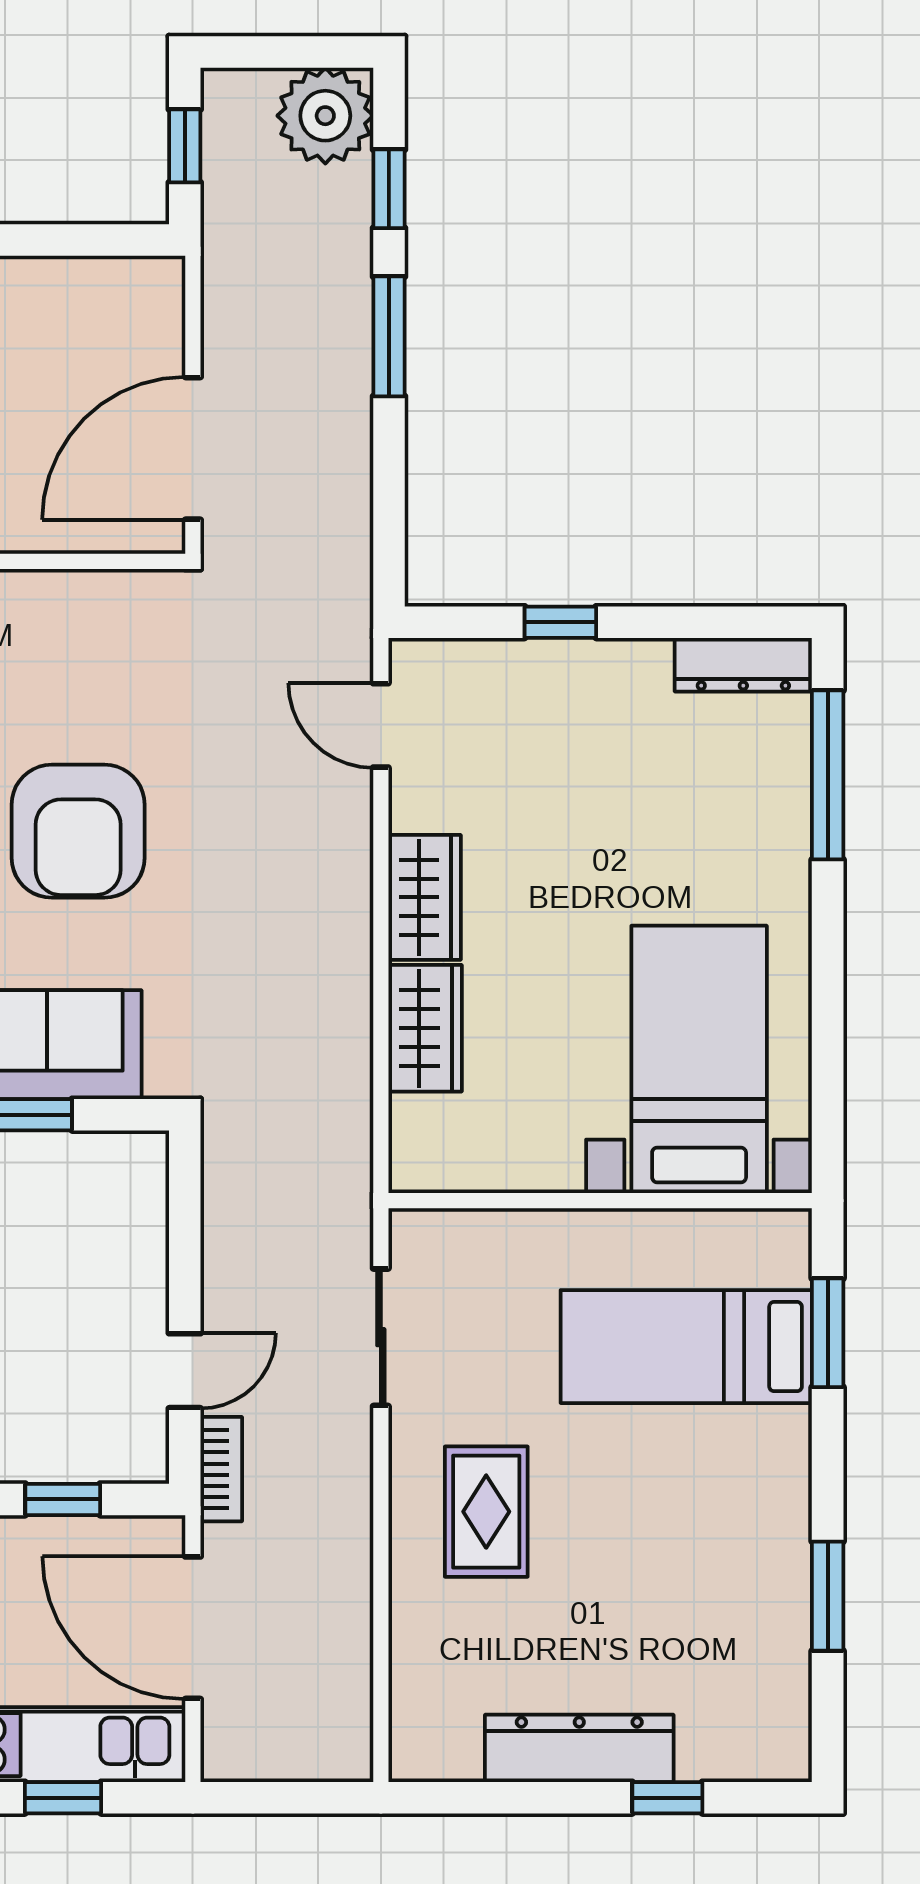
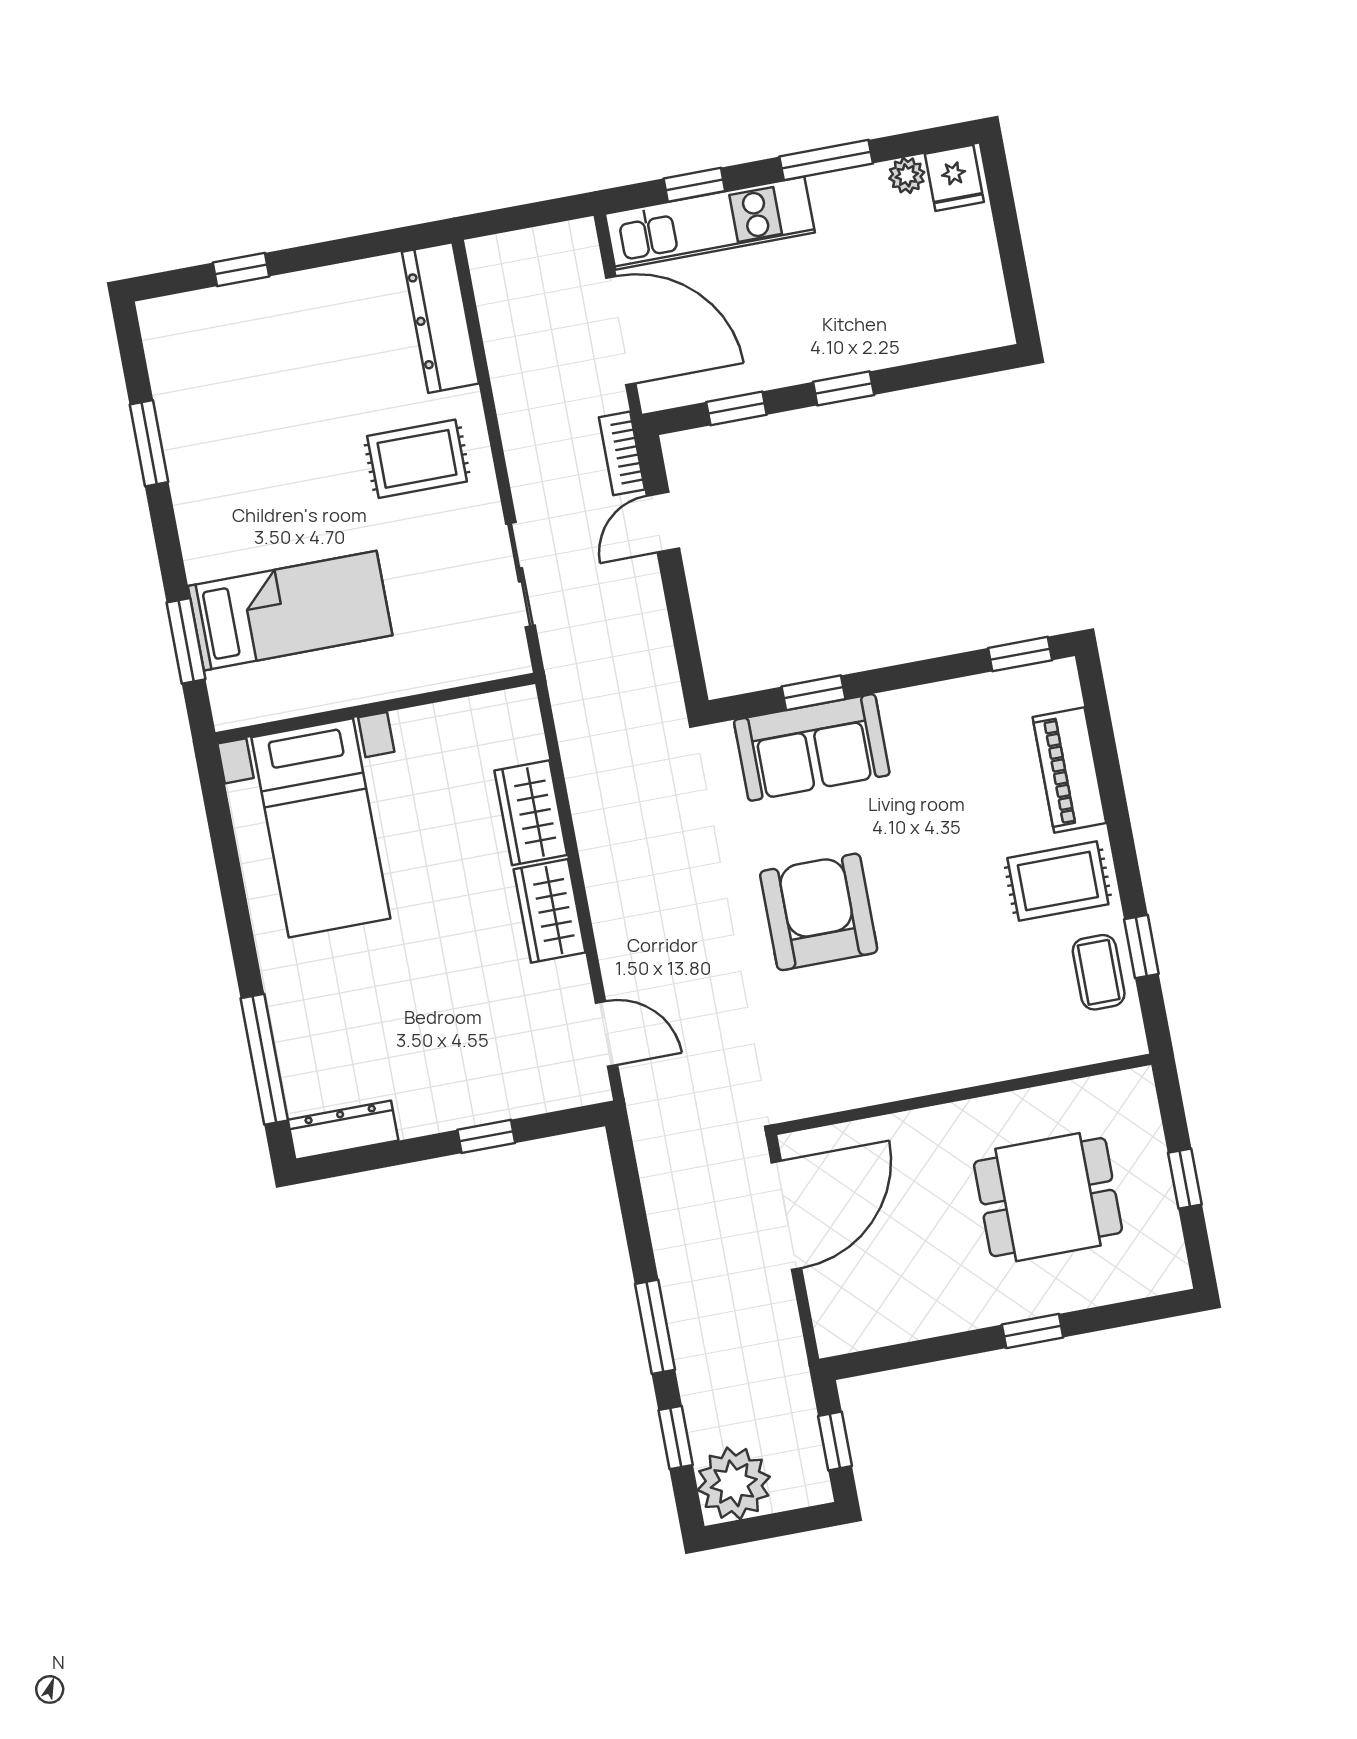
rug: (486, 1512) -> (417, 459), turned 90
dresser: (579, 1748) -> (440, 318), moved, turned 90

